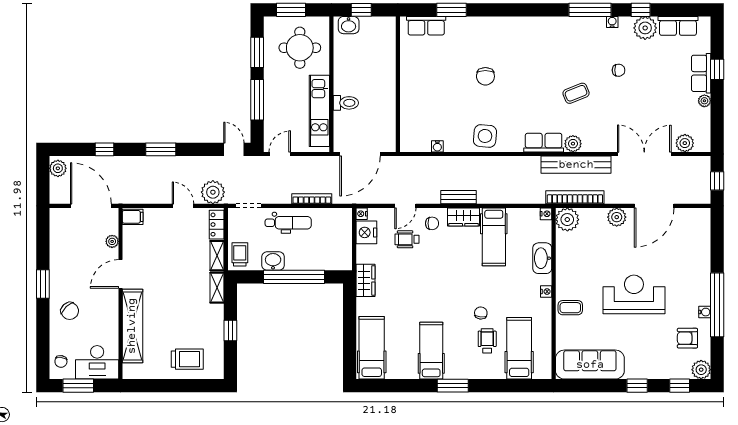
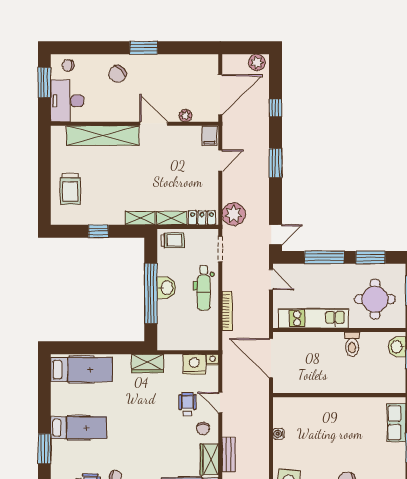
toilet: (346, 103) -> (352, 344), moved
door: (183, 206) -> (220, 160), moved
washbasin: (273, 261) -> (166, 288), moved

